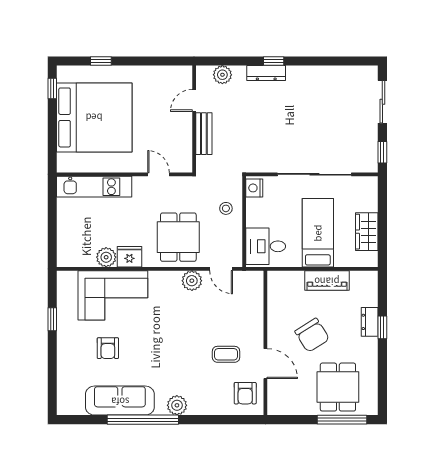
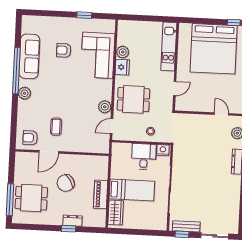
bench: (204, 134) -> (186, 226), moved
wardrobe: (367, 232) -> (116, 213), moved, turned 90
desk: (266, 246) -> (144, 157), moved

